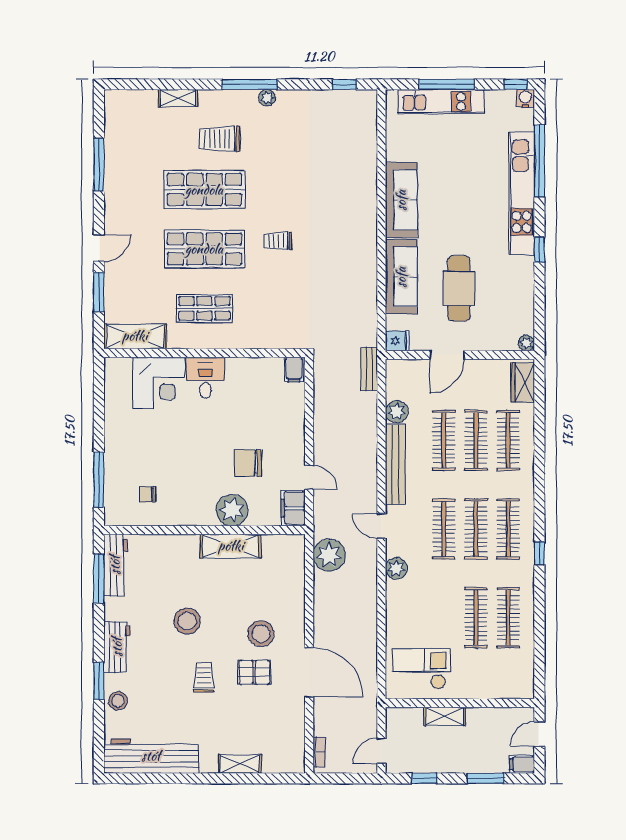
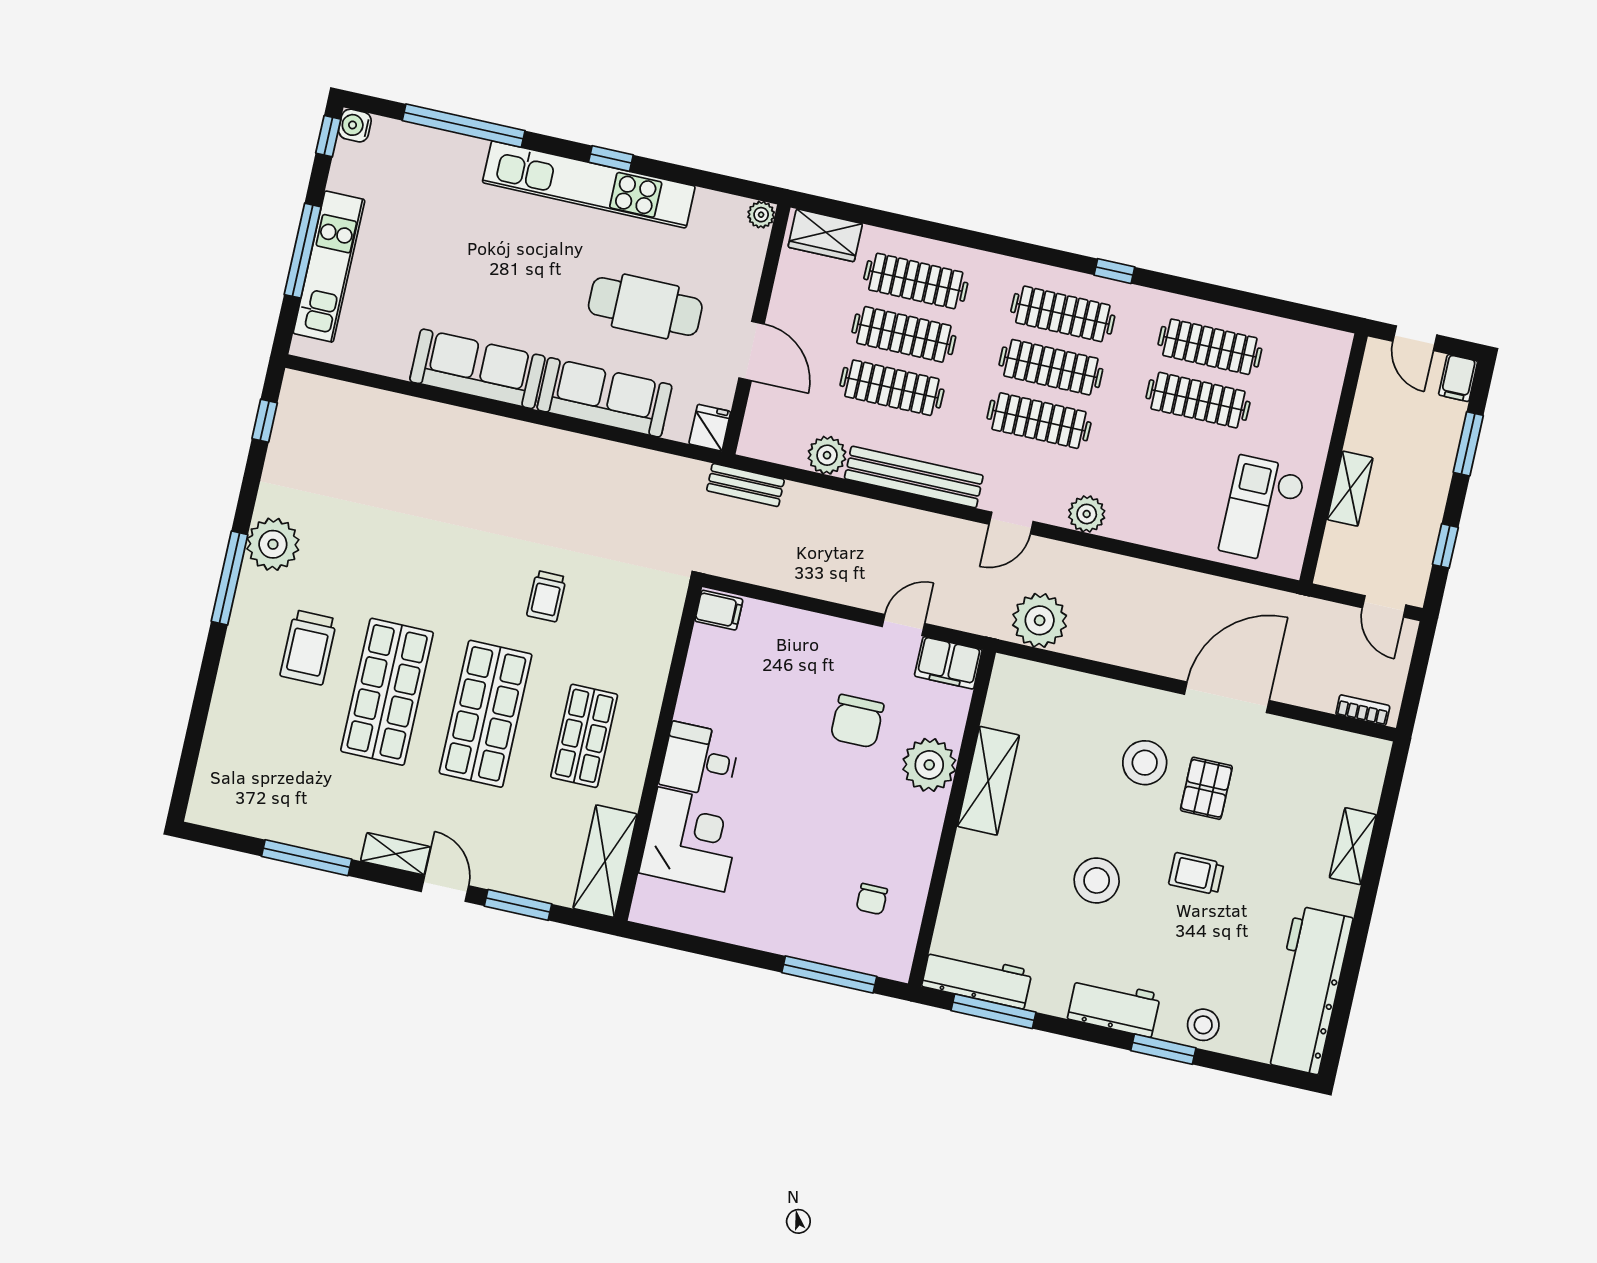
shelving: (178, 98) -> (396, 854), moved, turned 90
plant: (267, 98) -> (273, 544), width x1.88, depth x1.88
kitchen unit: (522, 194) -> (589, 184), moved
trolley: (278, 241) -> (546, 596), moved

